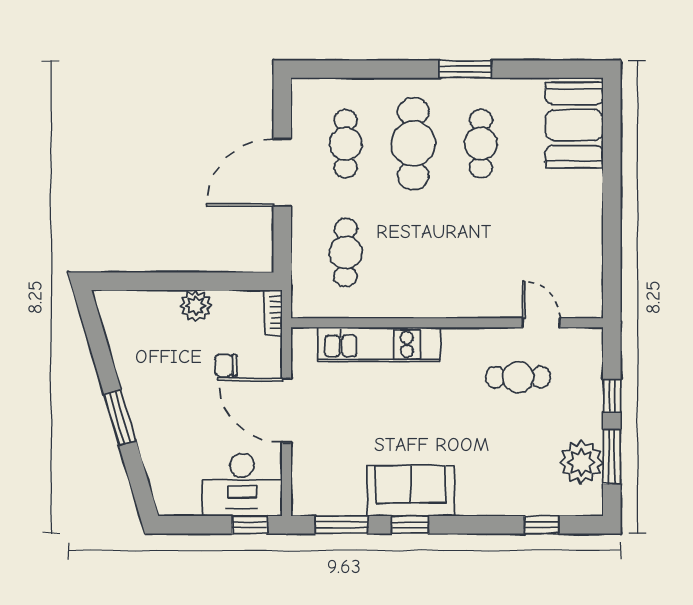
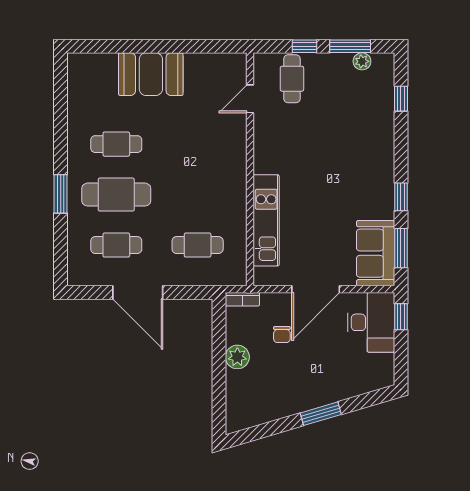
window: (465, 69) -> (61, 194), moved
booth: (574, 125) -> (151, 74), moved
cafe table: (518, 377) -> (292, 79), moved
plant: (581, 462) -> (362, 61), width x0.53, depth x0.53
sofa: (411, 491) -> (376, 253), moved

